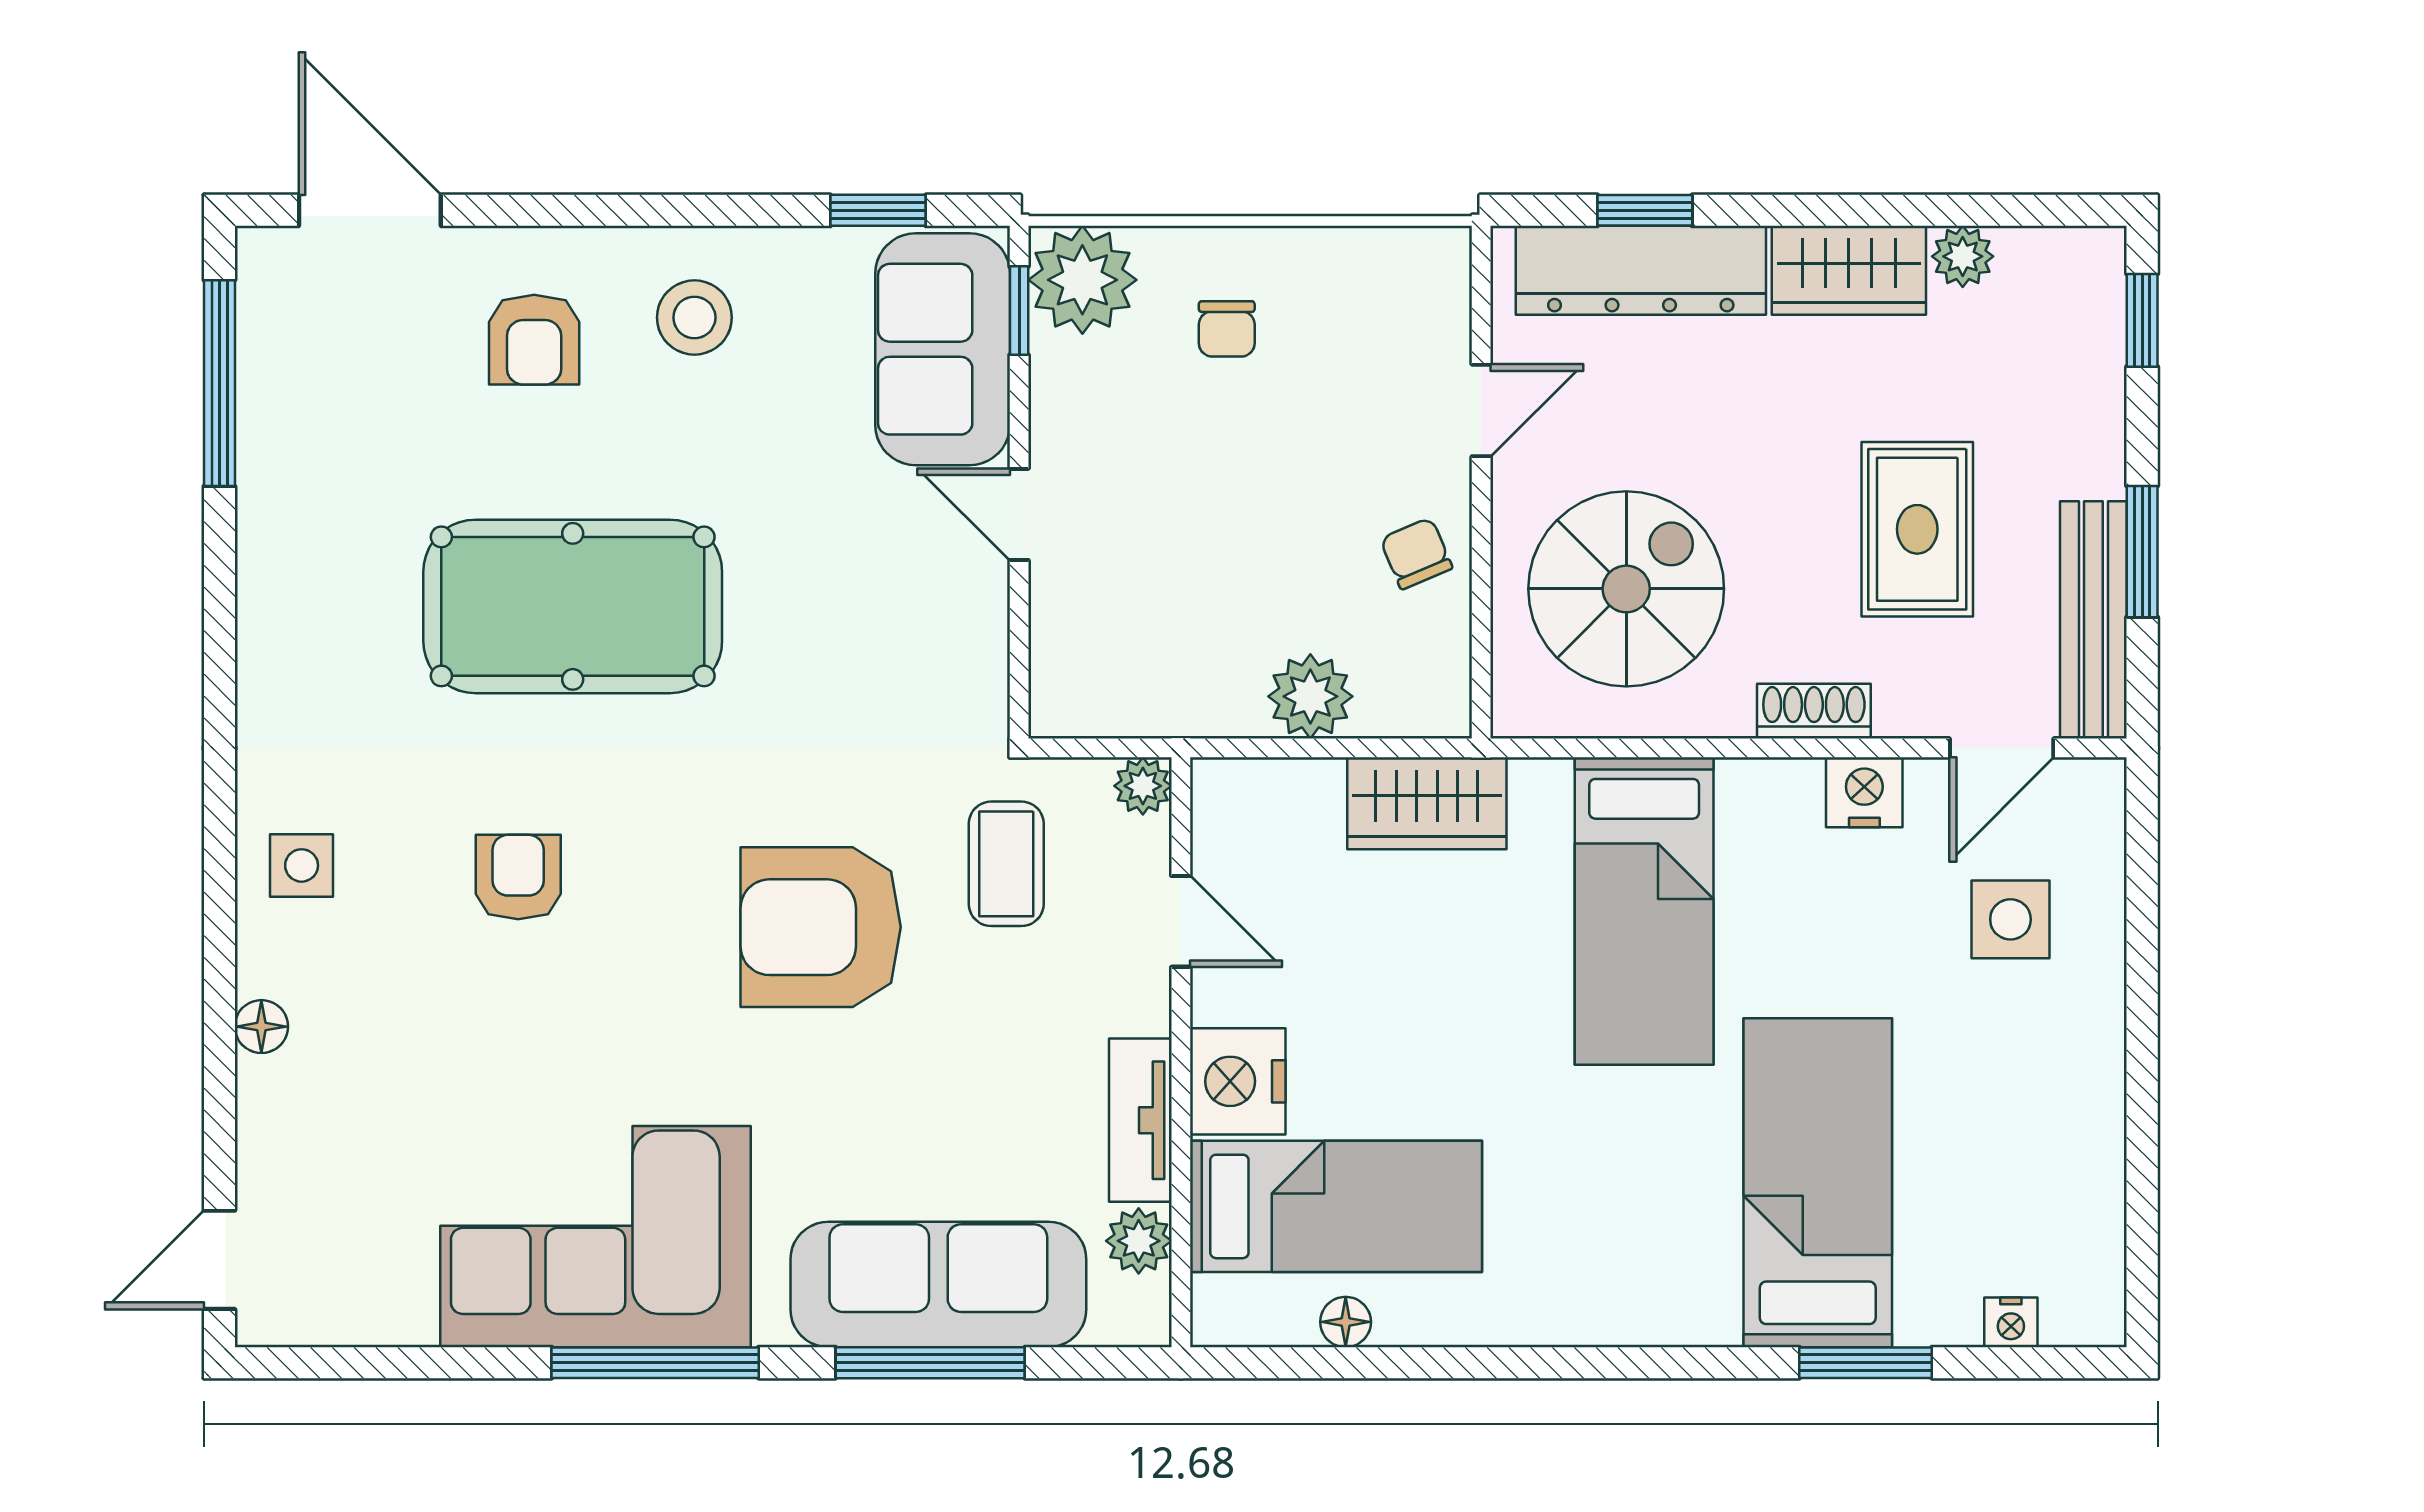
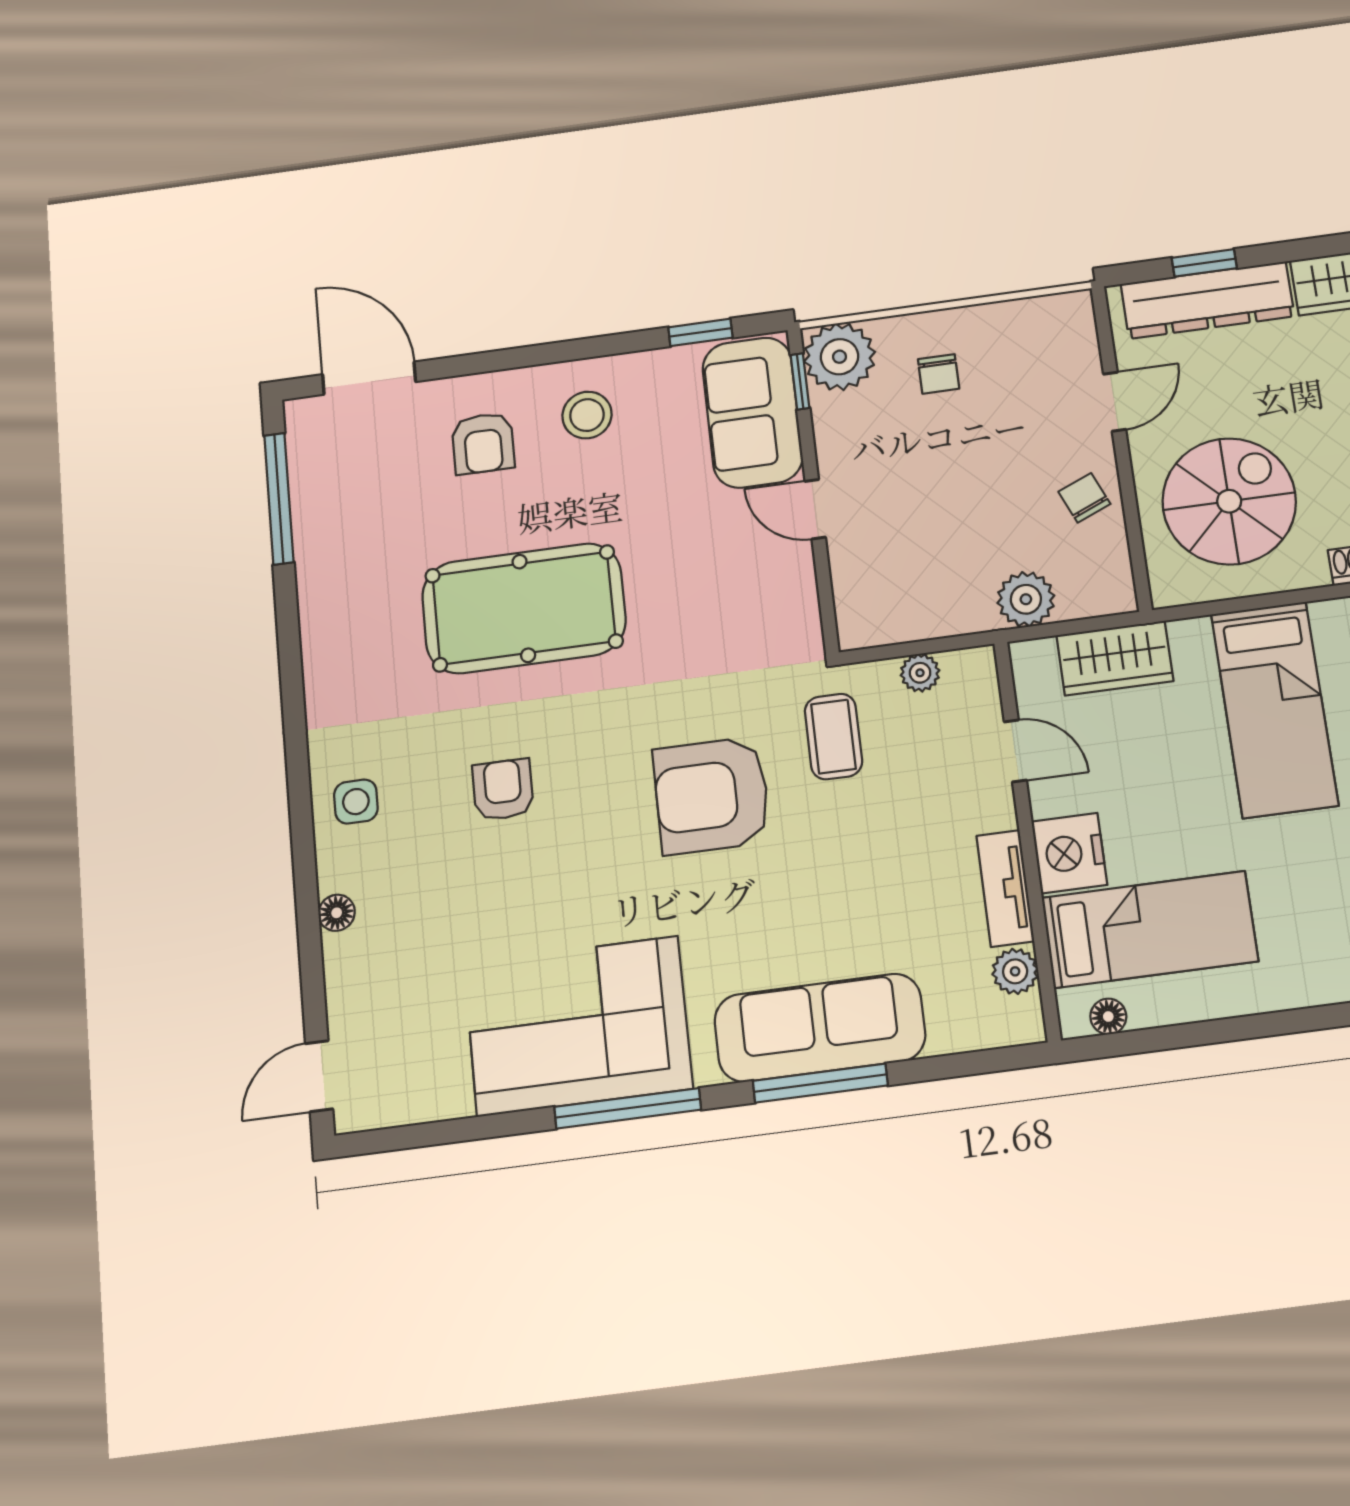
door: (1181, 921) -> (1015, 751), moved
wall: (1181, 1052) -> (1027, 839), moved
nightstand: (1238, 1081) -> (1069, 853), moved
tv unit: (1140, 1120) -> (1005, 888), moved
bed: (1336, 1206) -> (1150, 929), moved
plant: (1139, 1241) -> (1015, 971), moved

